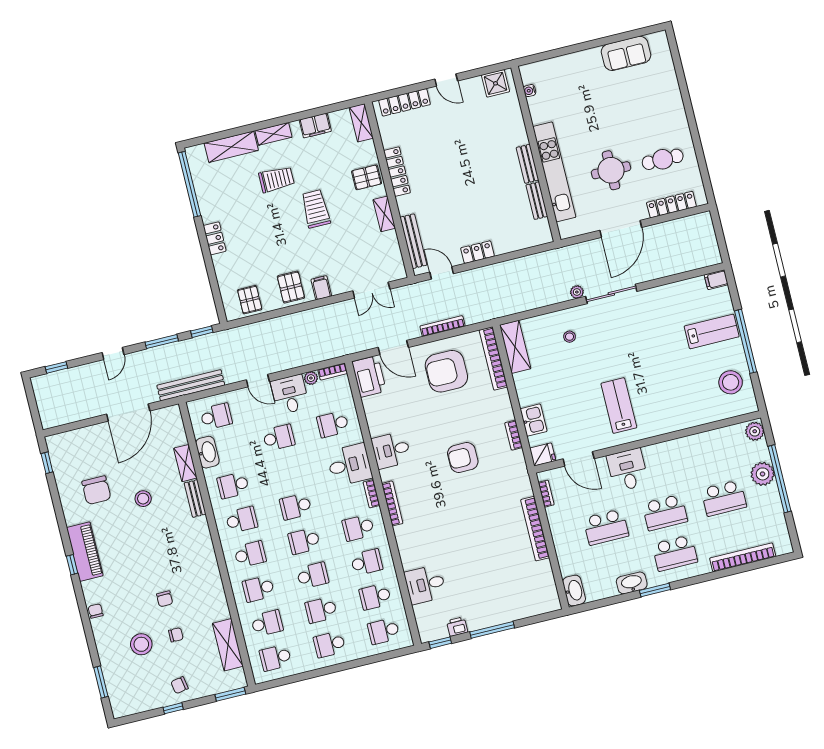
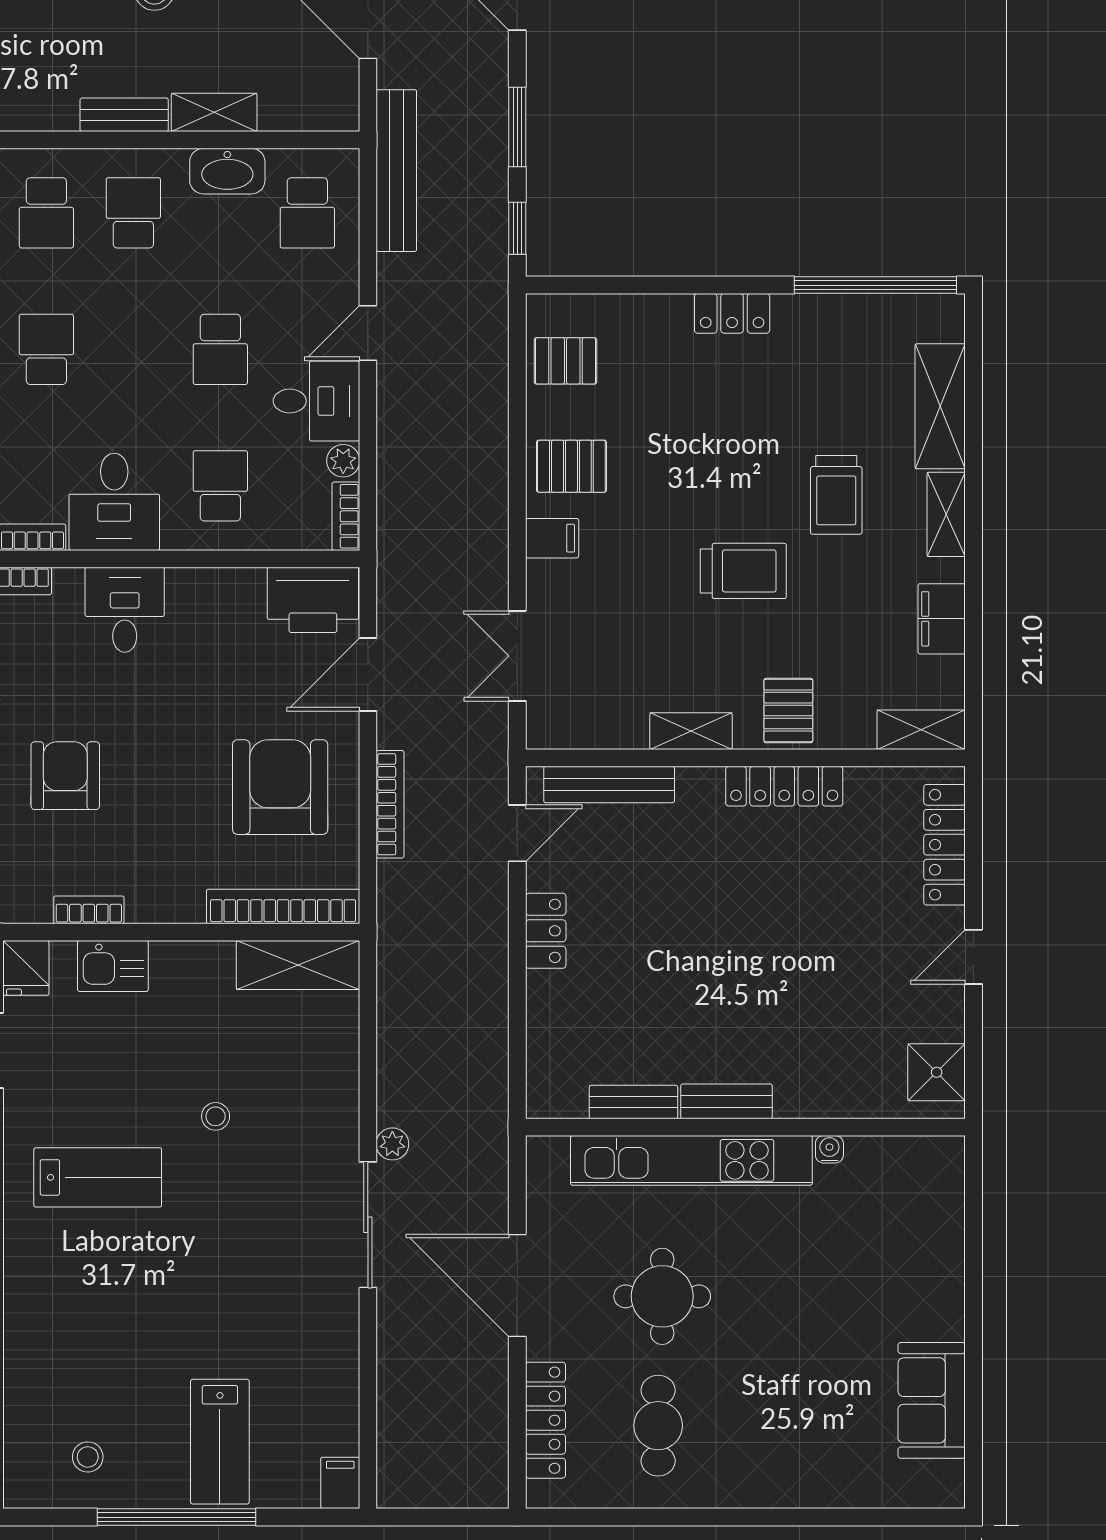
water cooler: (530, 91) -> (829, 1149), moved
stool: (570, 337) -> (216, 1116), moved
stool: (731, 382) -> (88, 1457), width x0.53, depth x0.53

